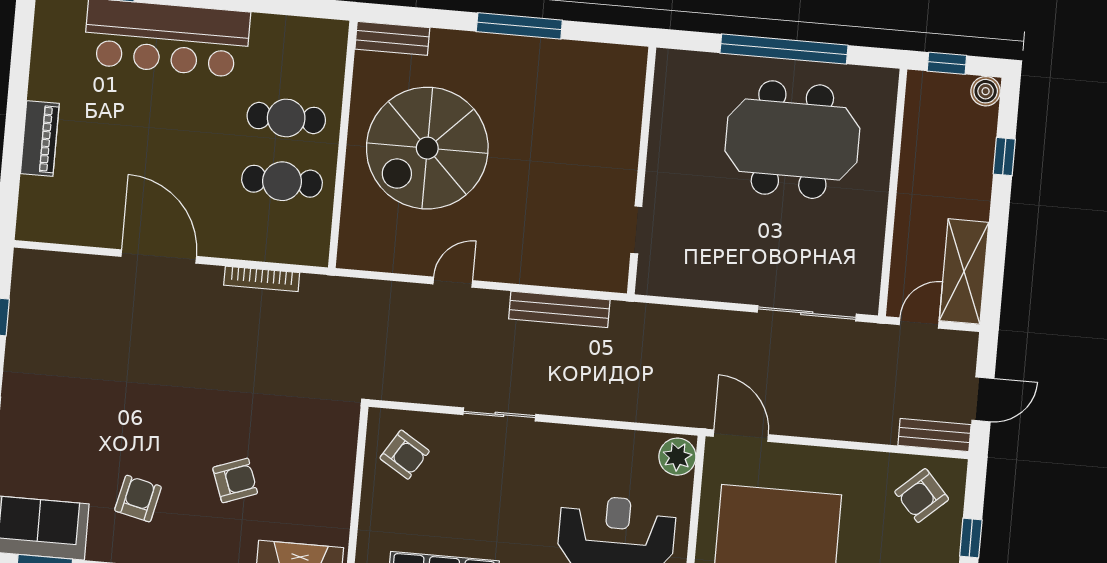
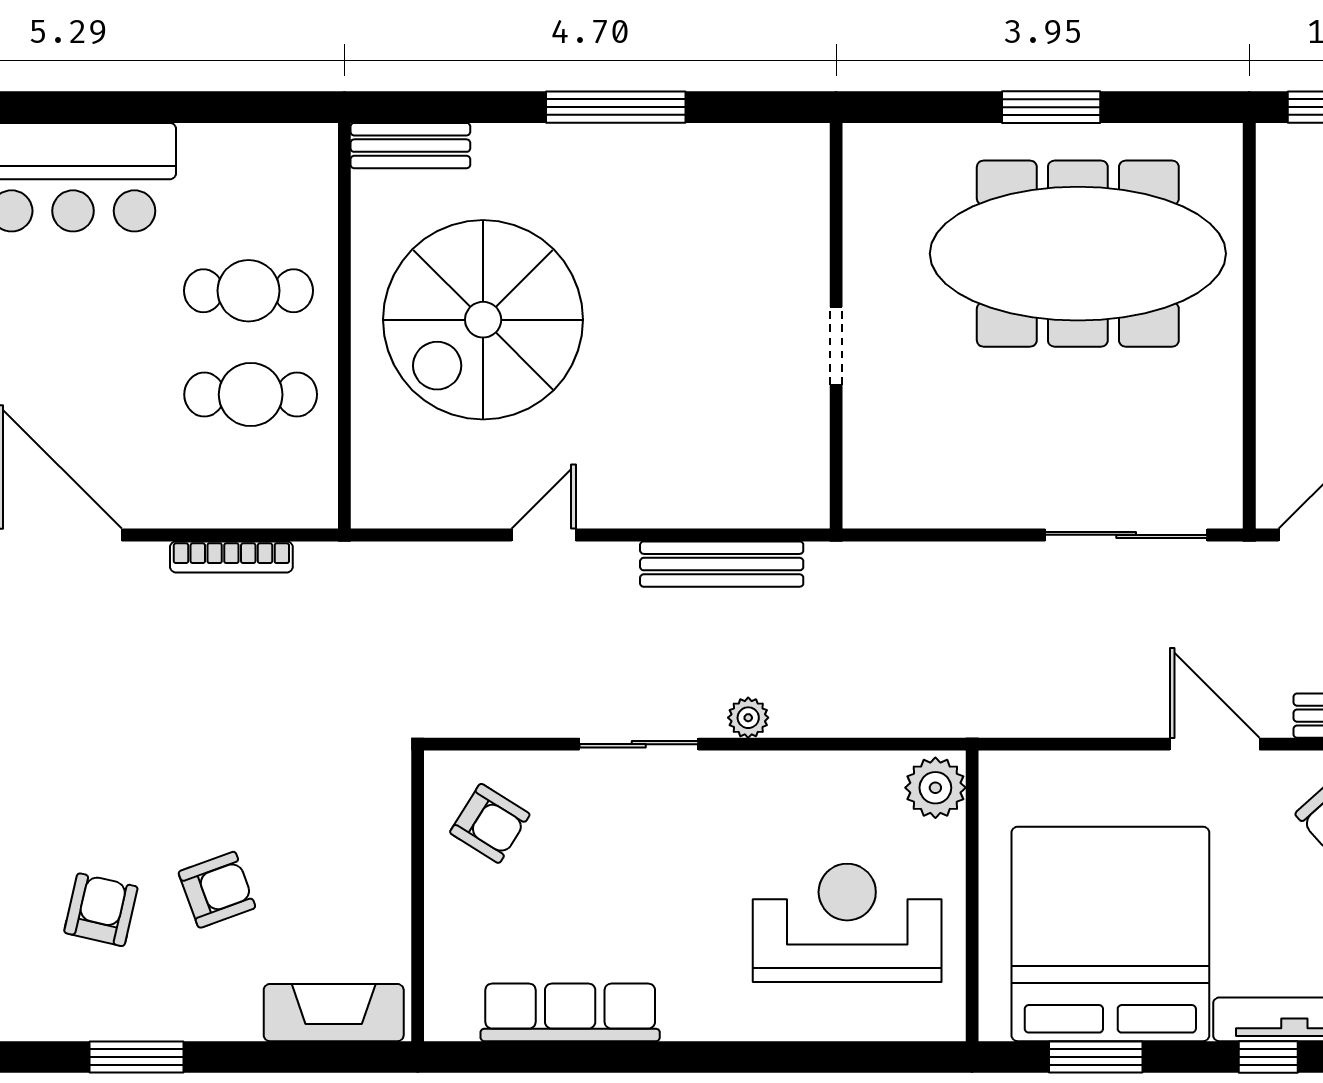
window: (784, 49) -> (1051, 107), width x0.47
meeting table: (792, 140) -> (1078, 254), width x1.36
doorway: (636, 230) -> (836, 346), moved
plant: (567, 404) -> (748, 718), added
door: (741, 436) -> (1215, 744), moved
armchair: (138, 499) -> (101, 910), moved

